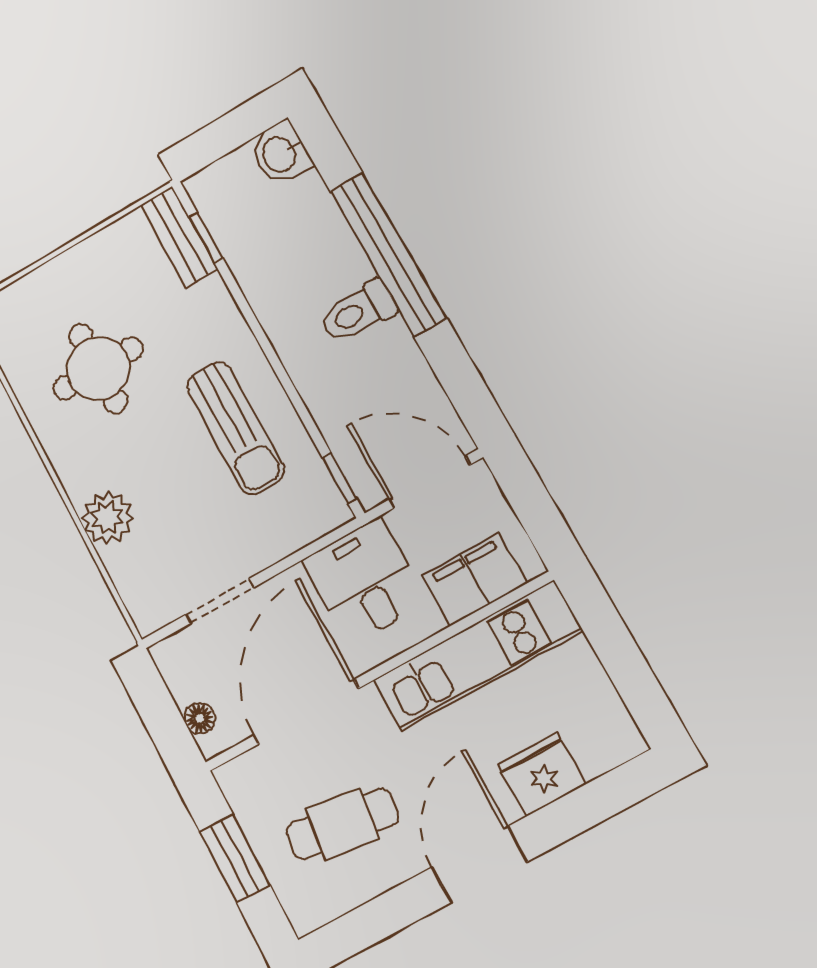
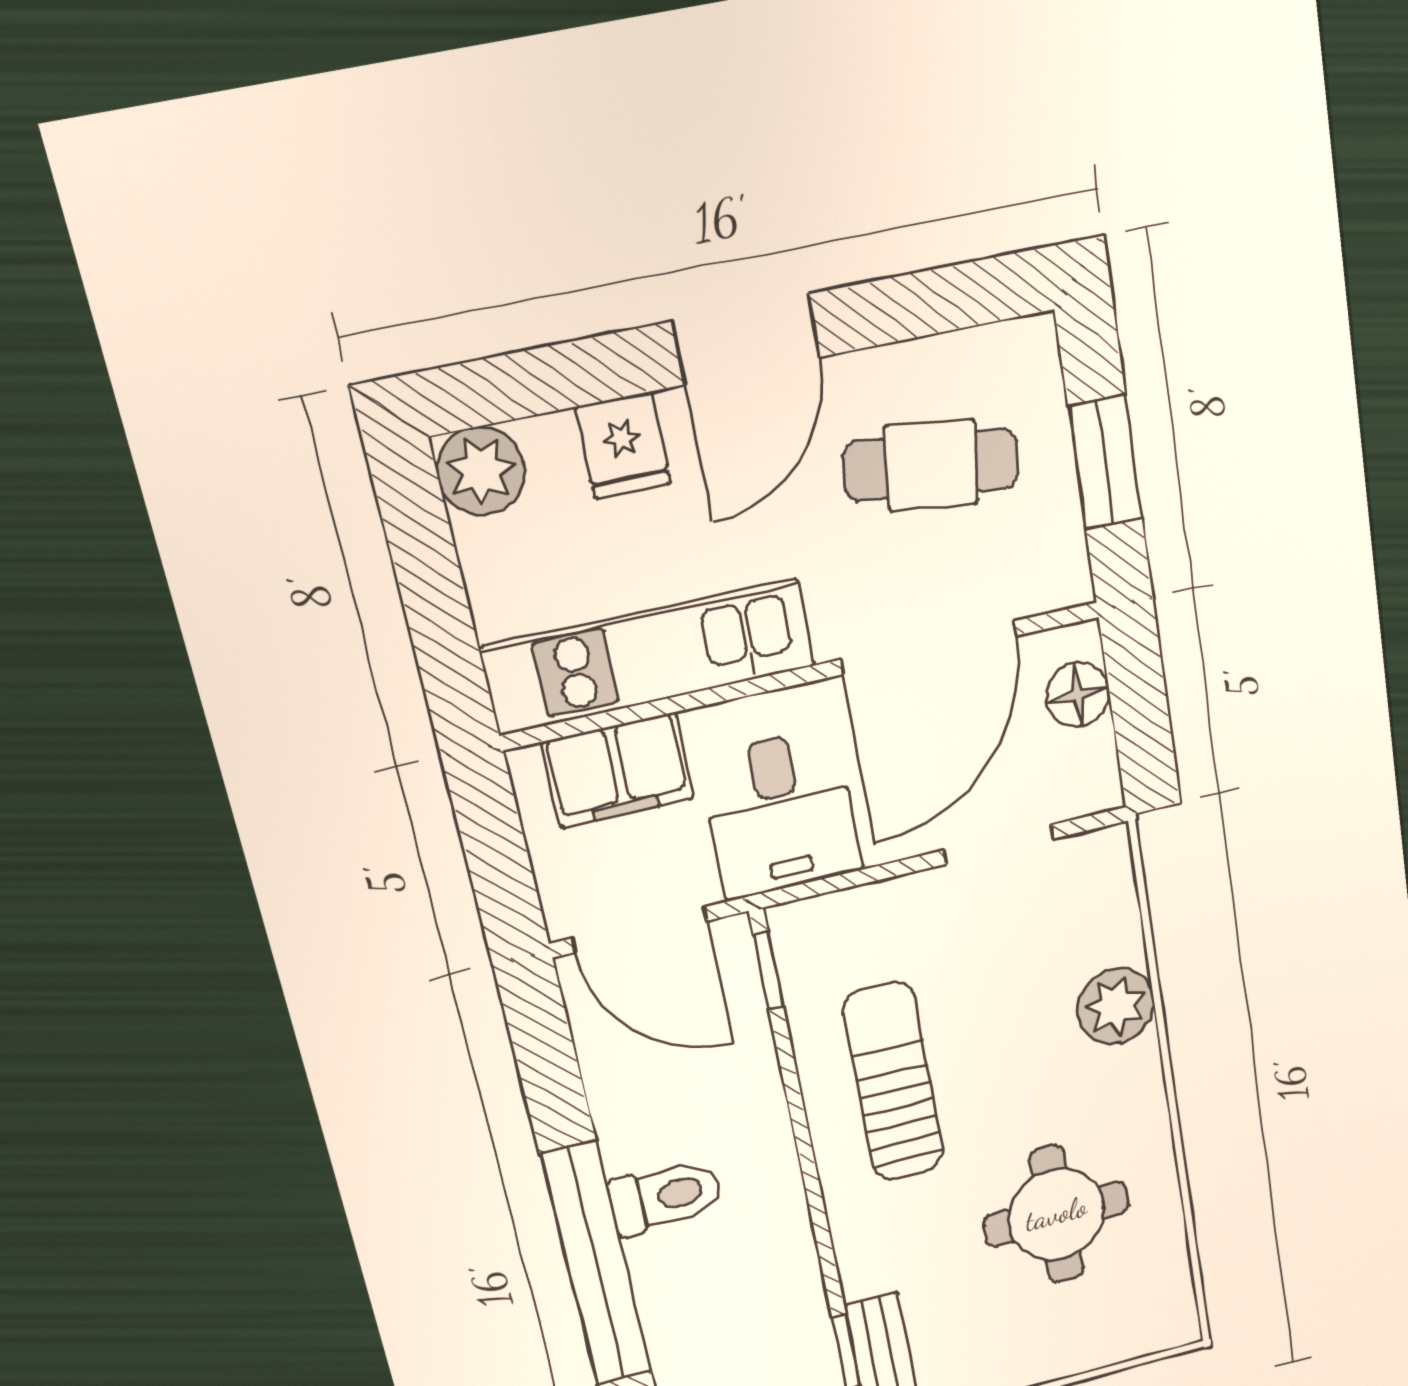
floor lamp: (200, 718) -> (1078, 694), width x1.37, depth x1.37
plant: (614, 738) -> (481, 471), added
fridge: (542, 774) -> (623, 446), width x0.72

